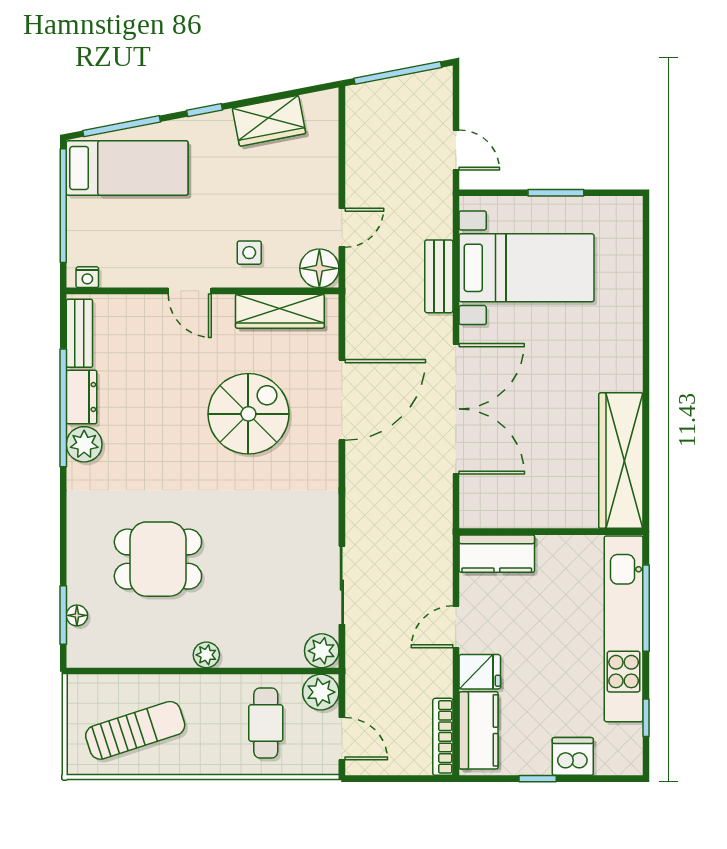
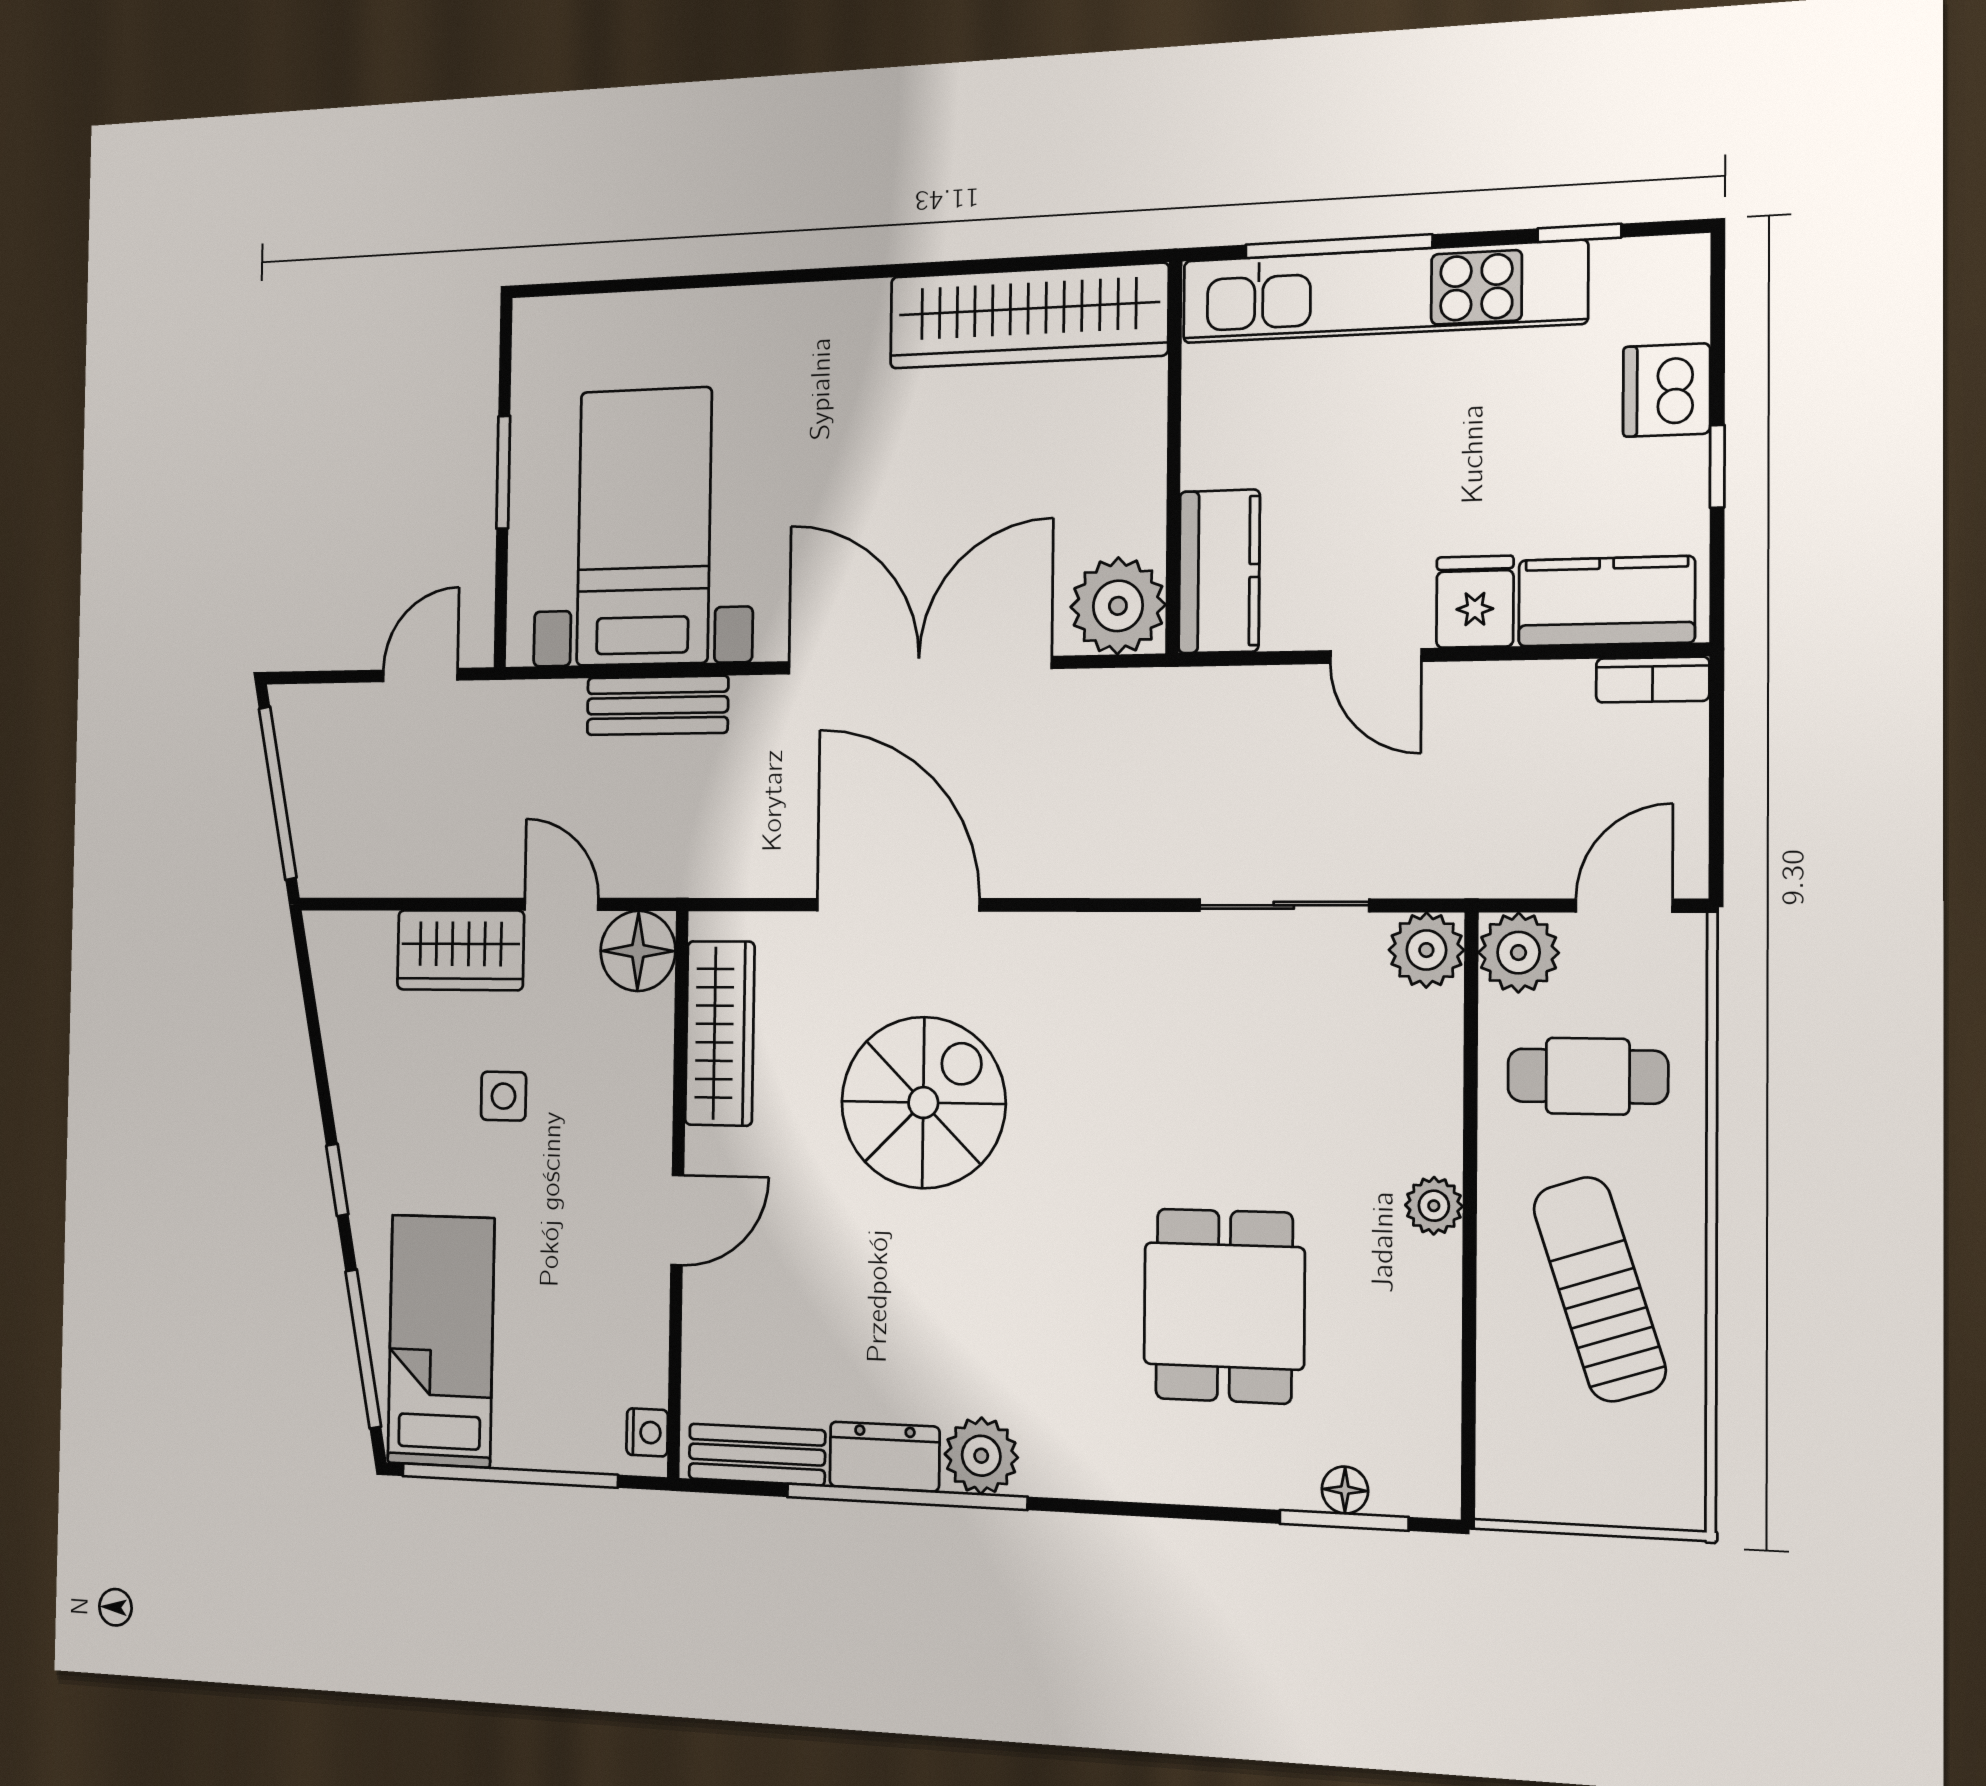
wardrobe: (269, 121) -> (461, 950), moved, turned 101
side table: (249, 253) -> (503, 1096), moved
spiral stairs: (248, 414) -> (923, 1103), turned 90
plant: (482, 506) -> (1118, 606), added
sun lounger: (135, 730) -> (1599, 1289), moved
bookcase: (443, 737) -> (1653, 680), width x0.64

